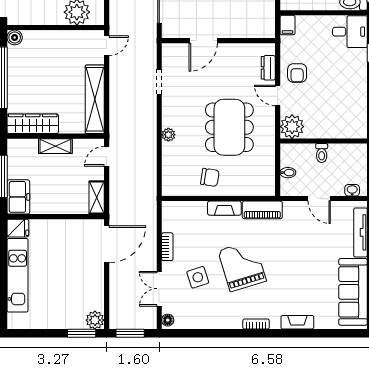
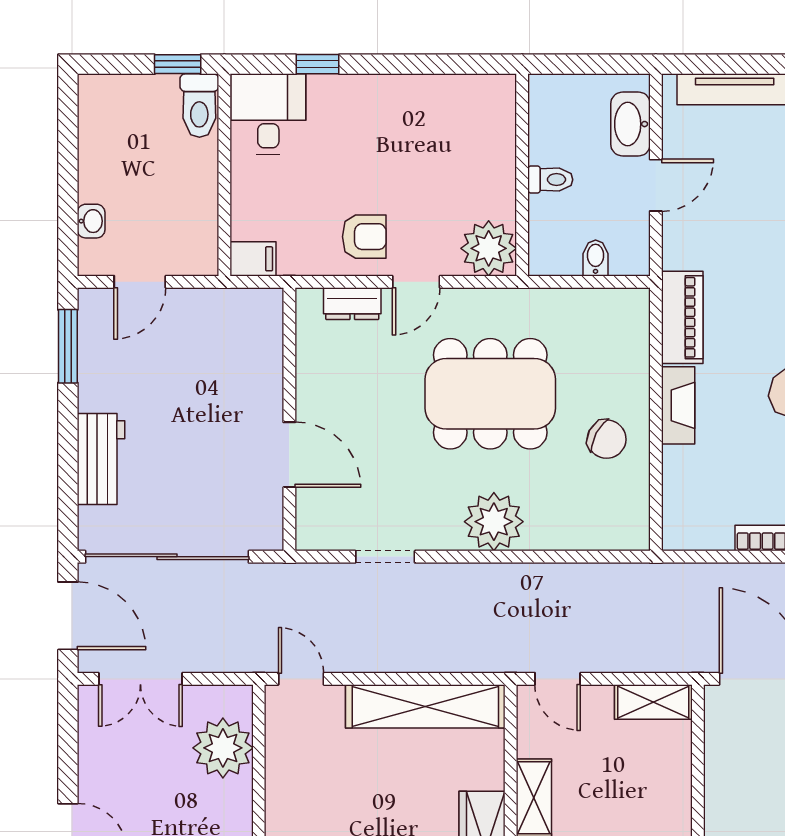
plant: (168, 135) -> (494, 522), width x1.87, depth x1.87
chair: (210, 177) -> (607, 439), turned 109
washbasin: (352, 190) -> (630, 124), width x1.91, depth x1.45

